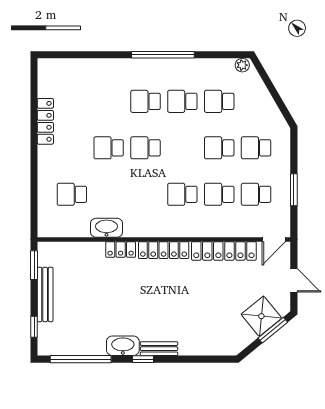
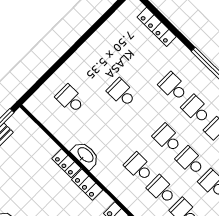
locker: (45, 121) -> (157, 27), moved, turned 90
school desk: (146, 148) -> (167, 138), moved
washbasin: (107, 228) -> (85, 155), moved
locker: (164, 250) -> (87, 185), width x0.66

